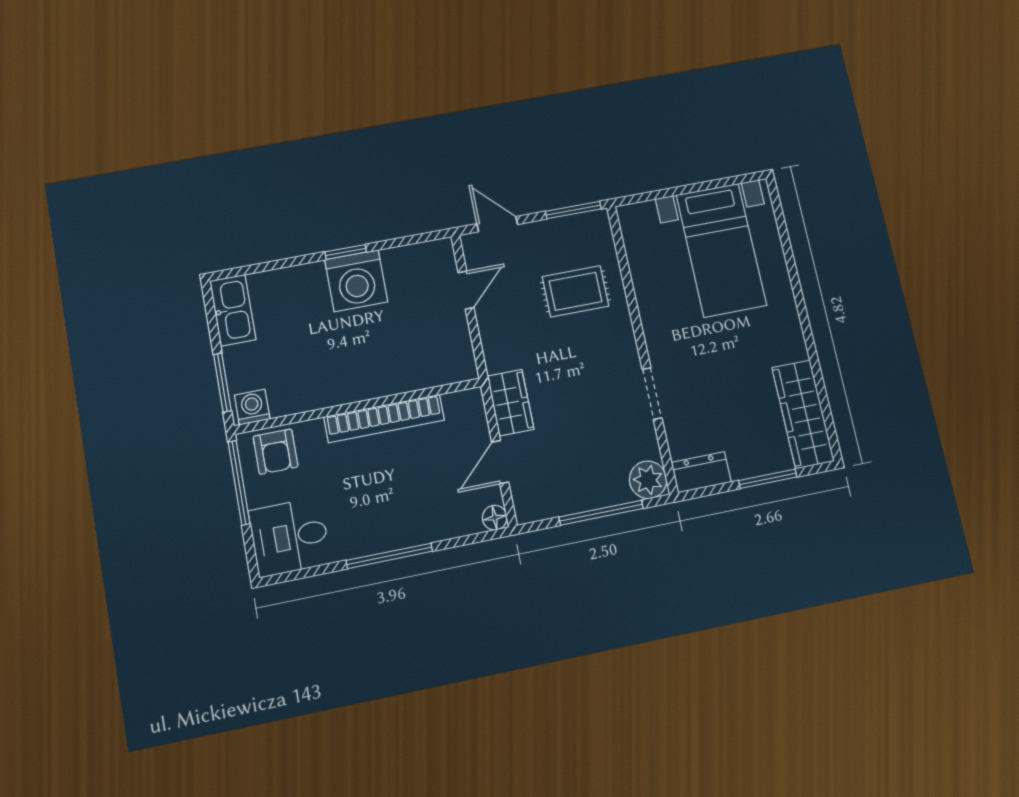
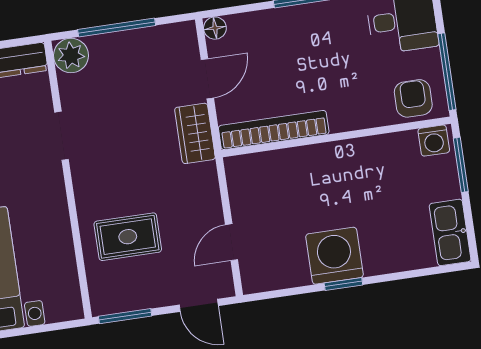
bookcase: (384, 418) -> (274, 130), moved

